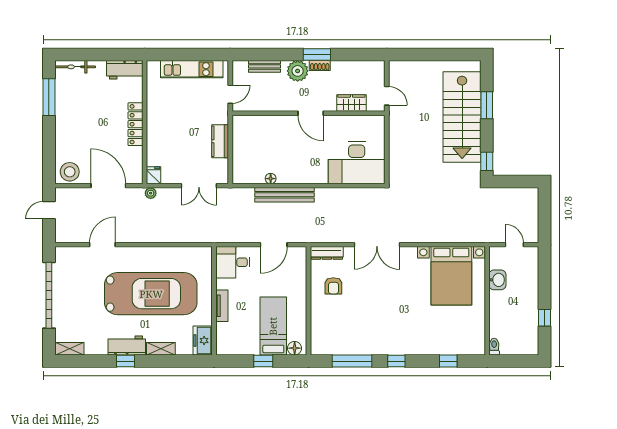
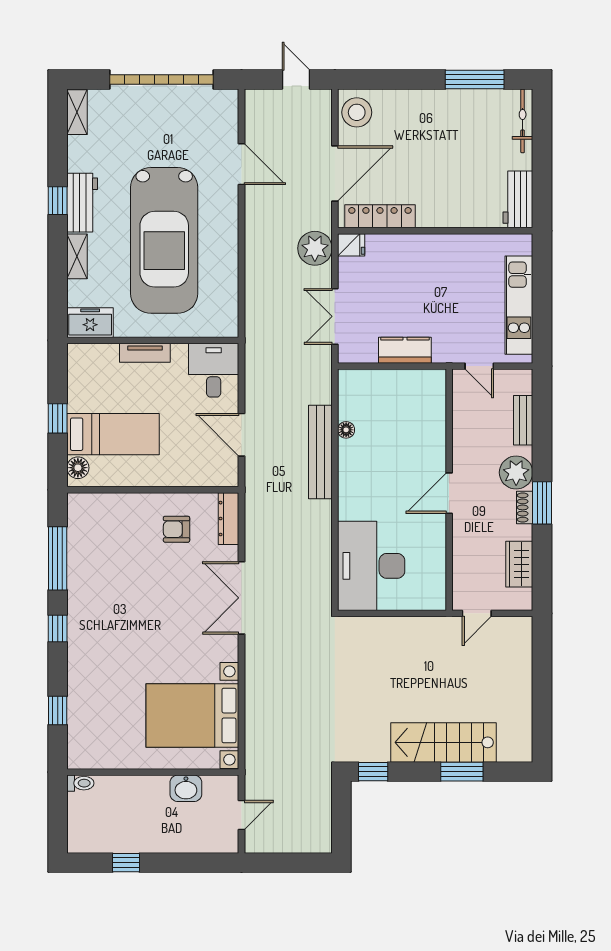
wardrobe: (351, 103) -> (519, 564), moved, turned 180
stairs: (462, 117) -> (443, 742), width x0.73, depth x0.66
locker: (135, 124) -> (380, 216), moved
plant: (151, 193) -> (315, 248), width x1.87, depth x1.87

